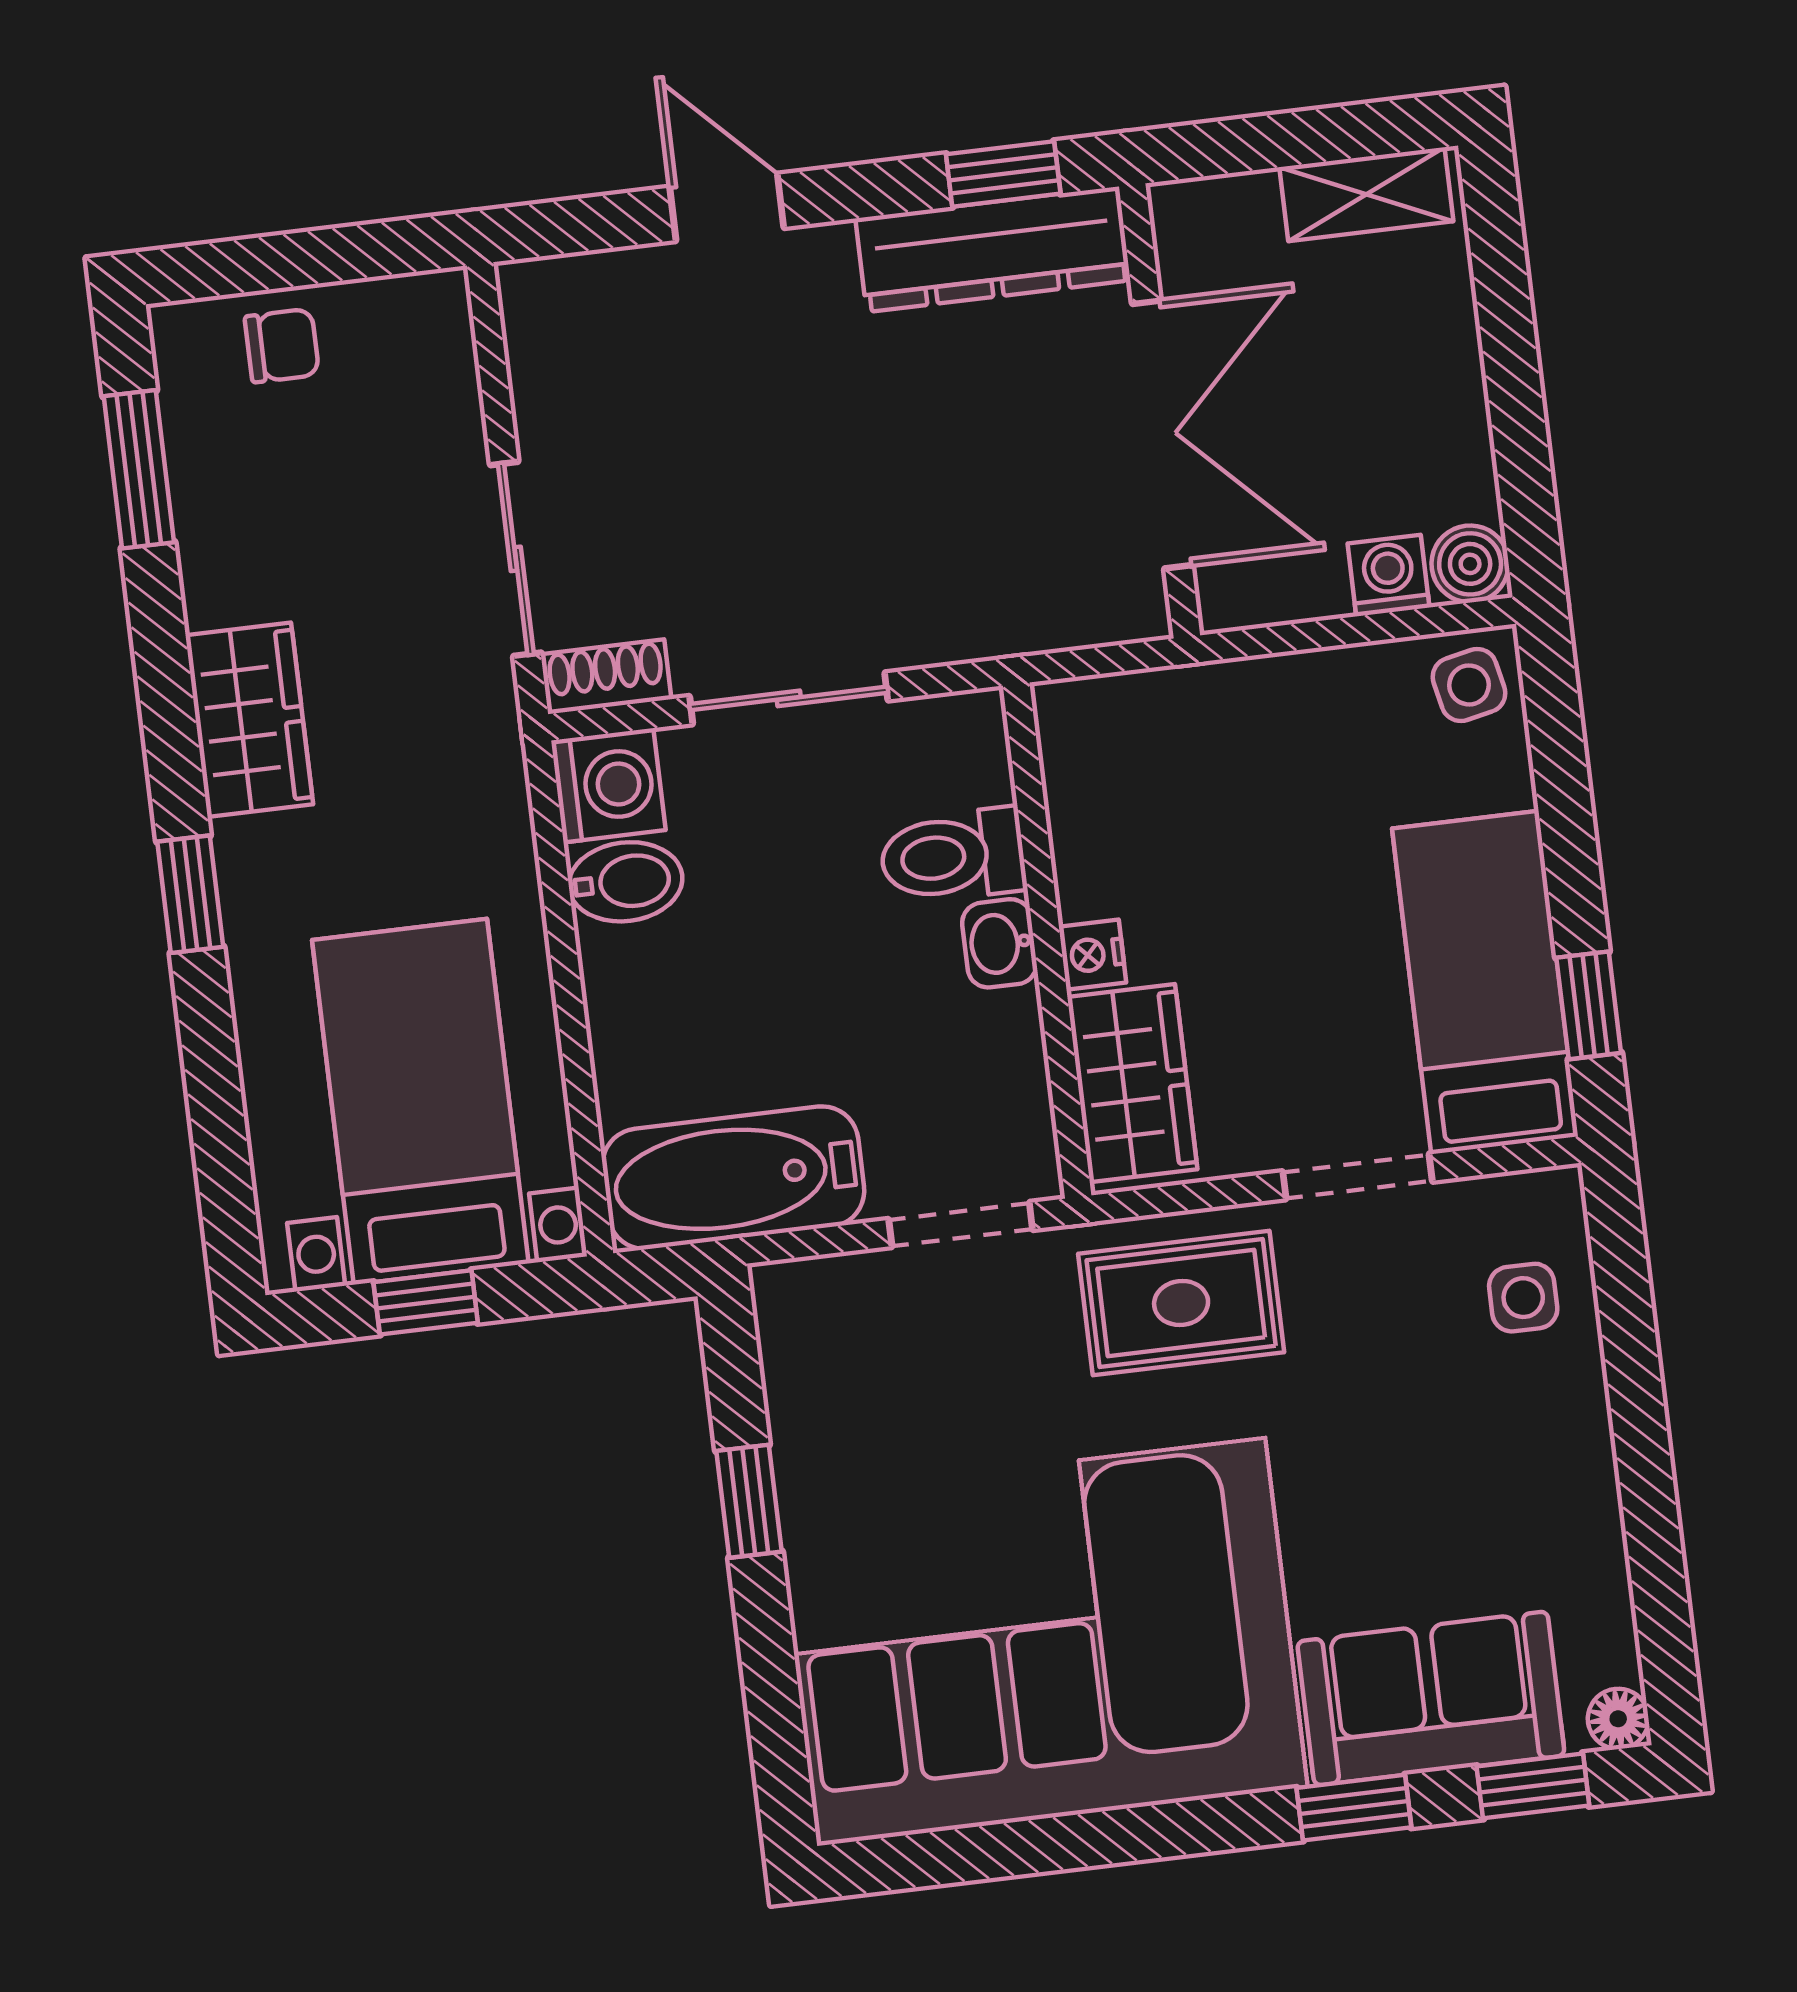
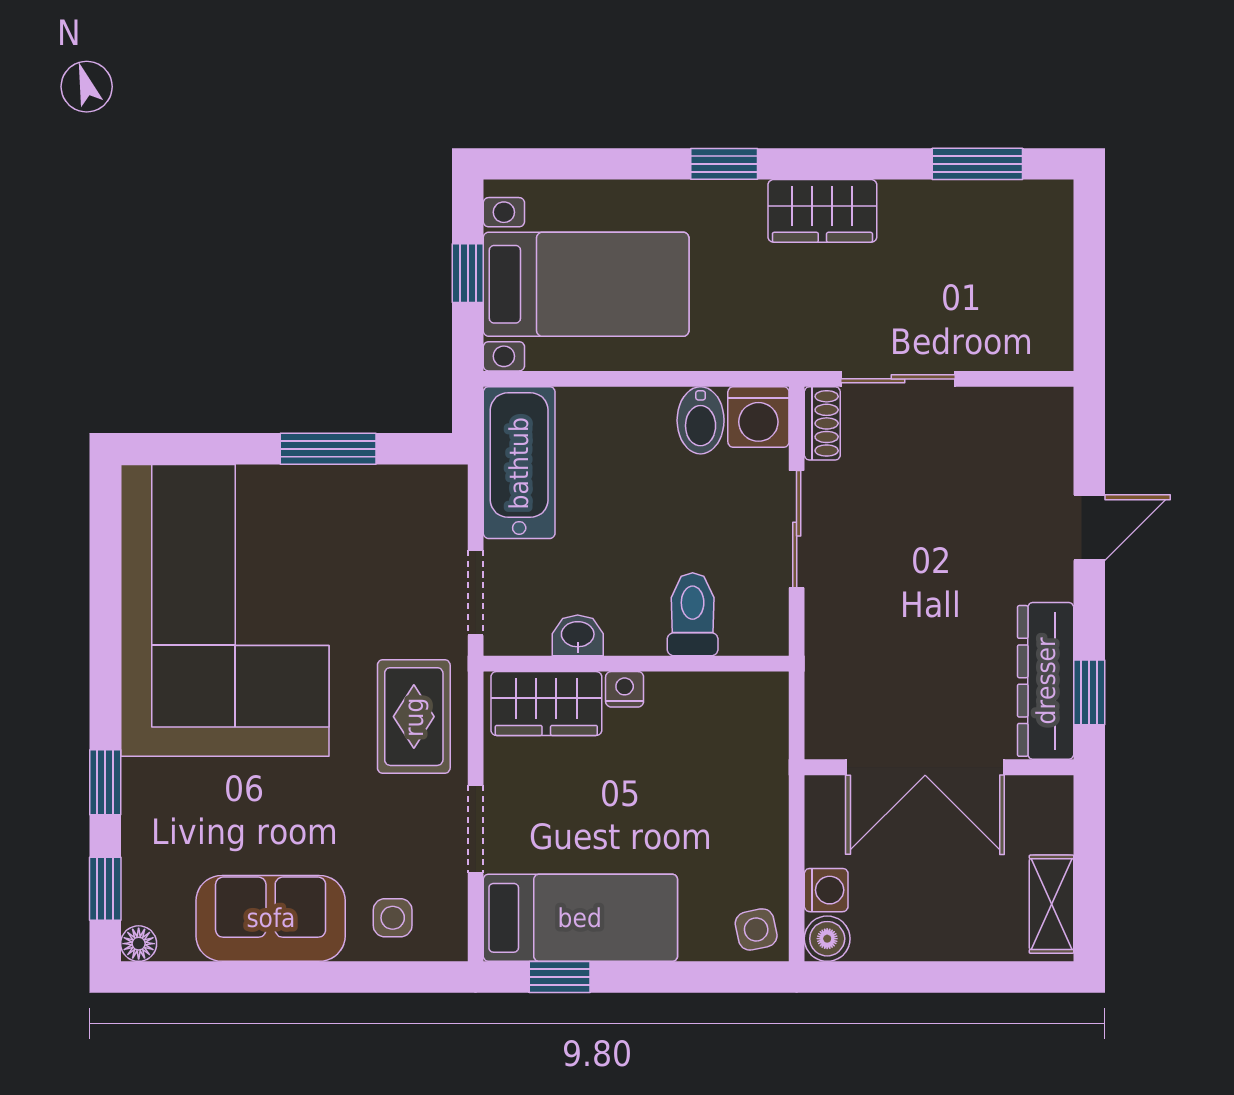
chair: (282, 346) -> (1040, 257), removed
washbasin: (999, 943) -> (578, 635), moved
window: (749, 1501) -> (328, 449), width x1.50
sofa: (1431, 1698) -> (271, 918), moved, turned -90

